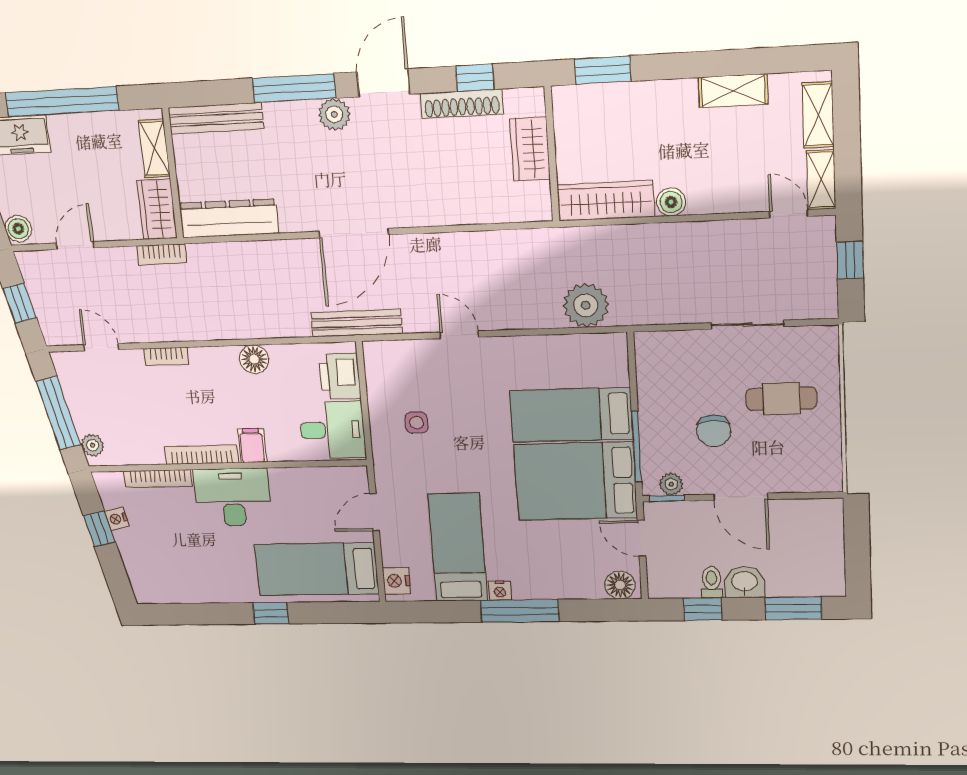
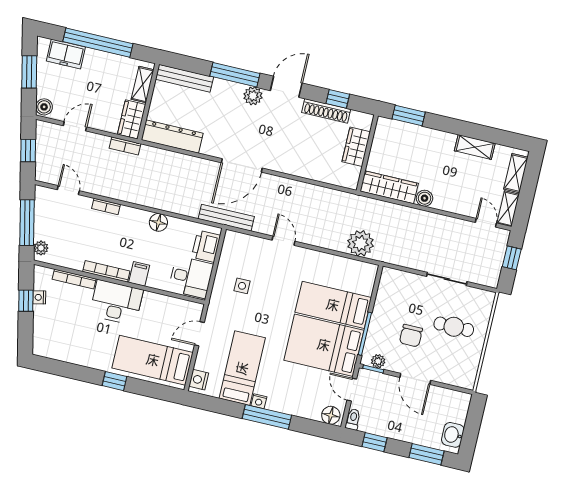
toilet: (712, 582) -> (353, 419), moved
washbasin: (744, 582) -> (453, 435), moved, turned -90

